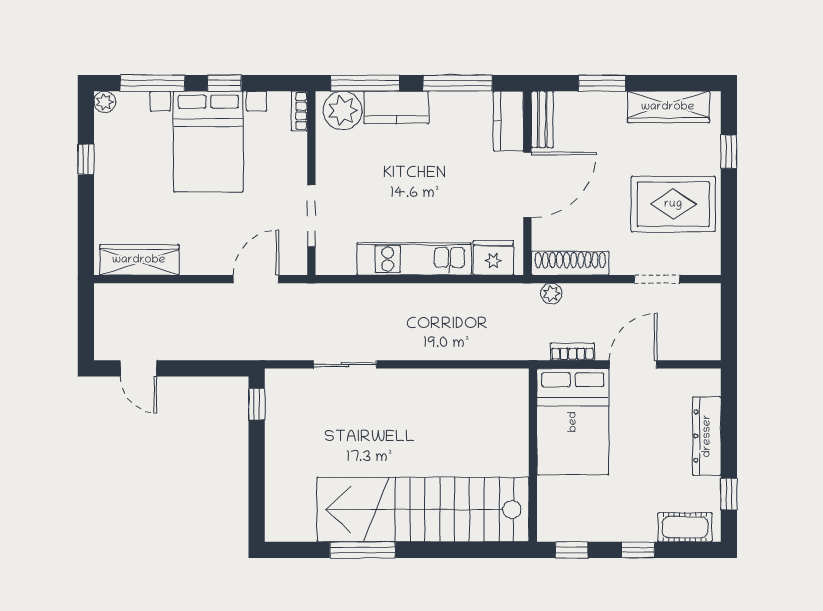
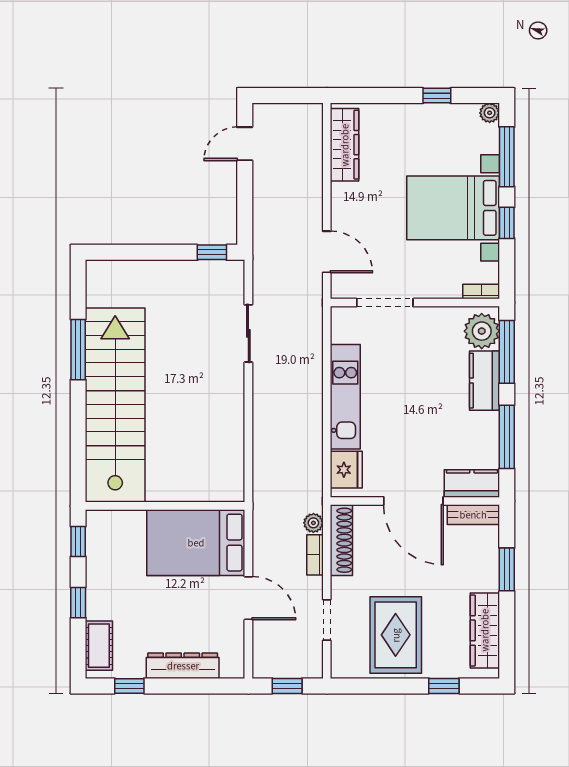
window: (729, 322) -> (287, 686), added
bookcase: (572, 352) -> (315, 555), moved, turned 180

